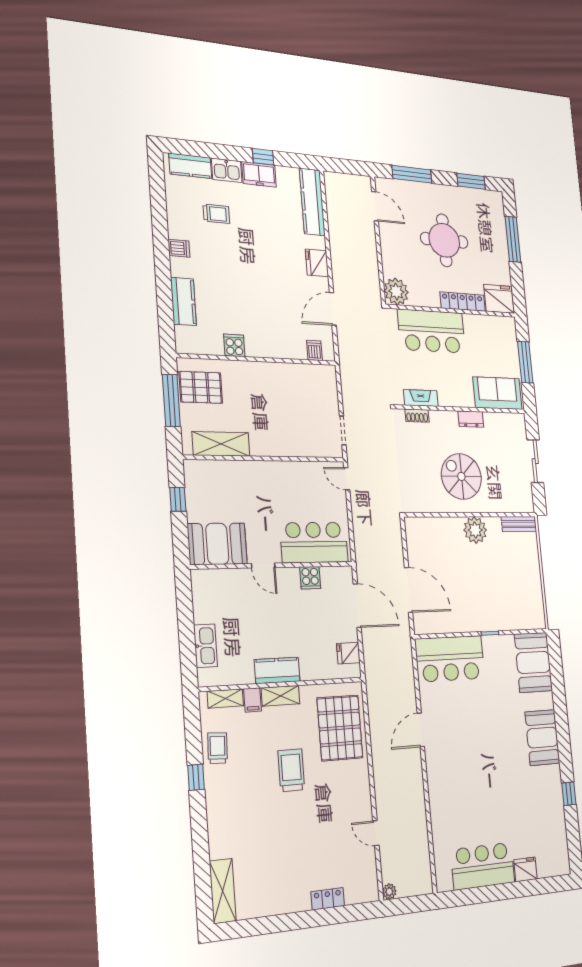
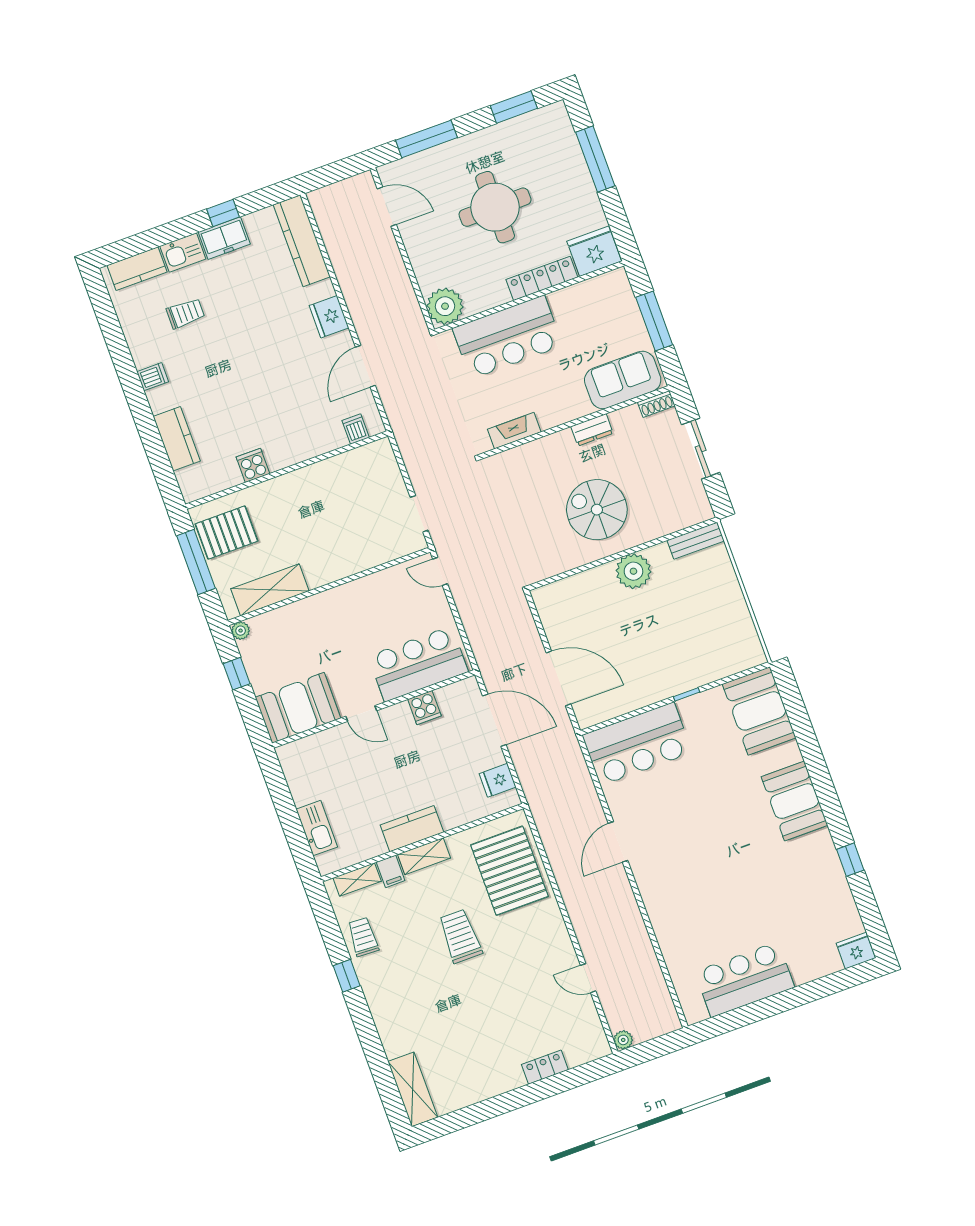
shoe rack: (417, 416) -> (656, 404), moved
plant: (190, 467) -> (241, 631), added
fridge: (525, 869) -> (856, 951), moved

